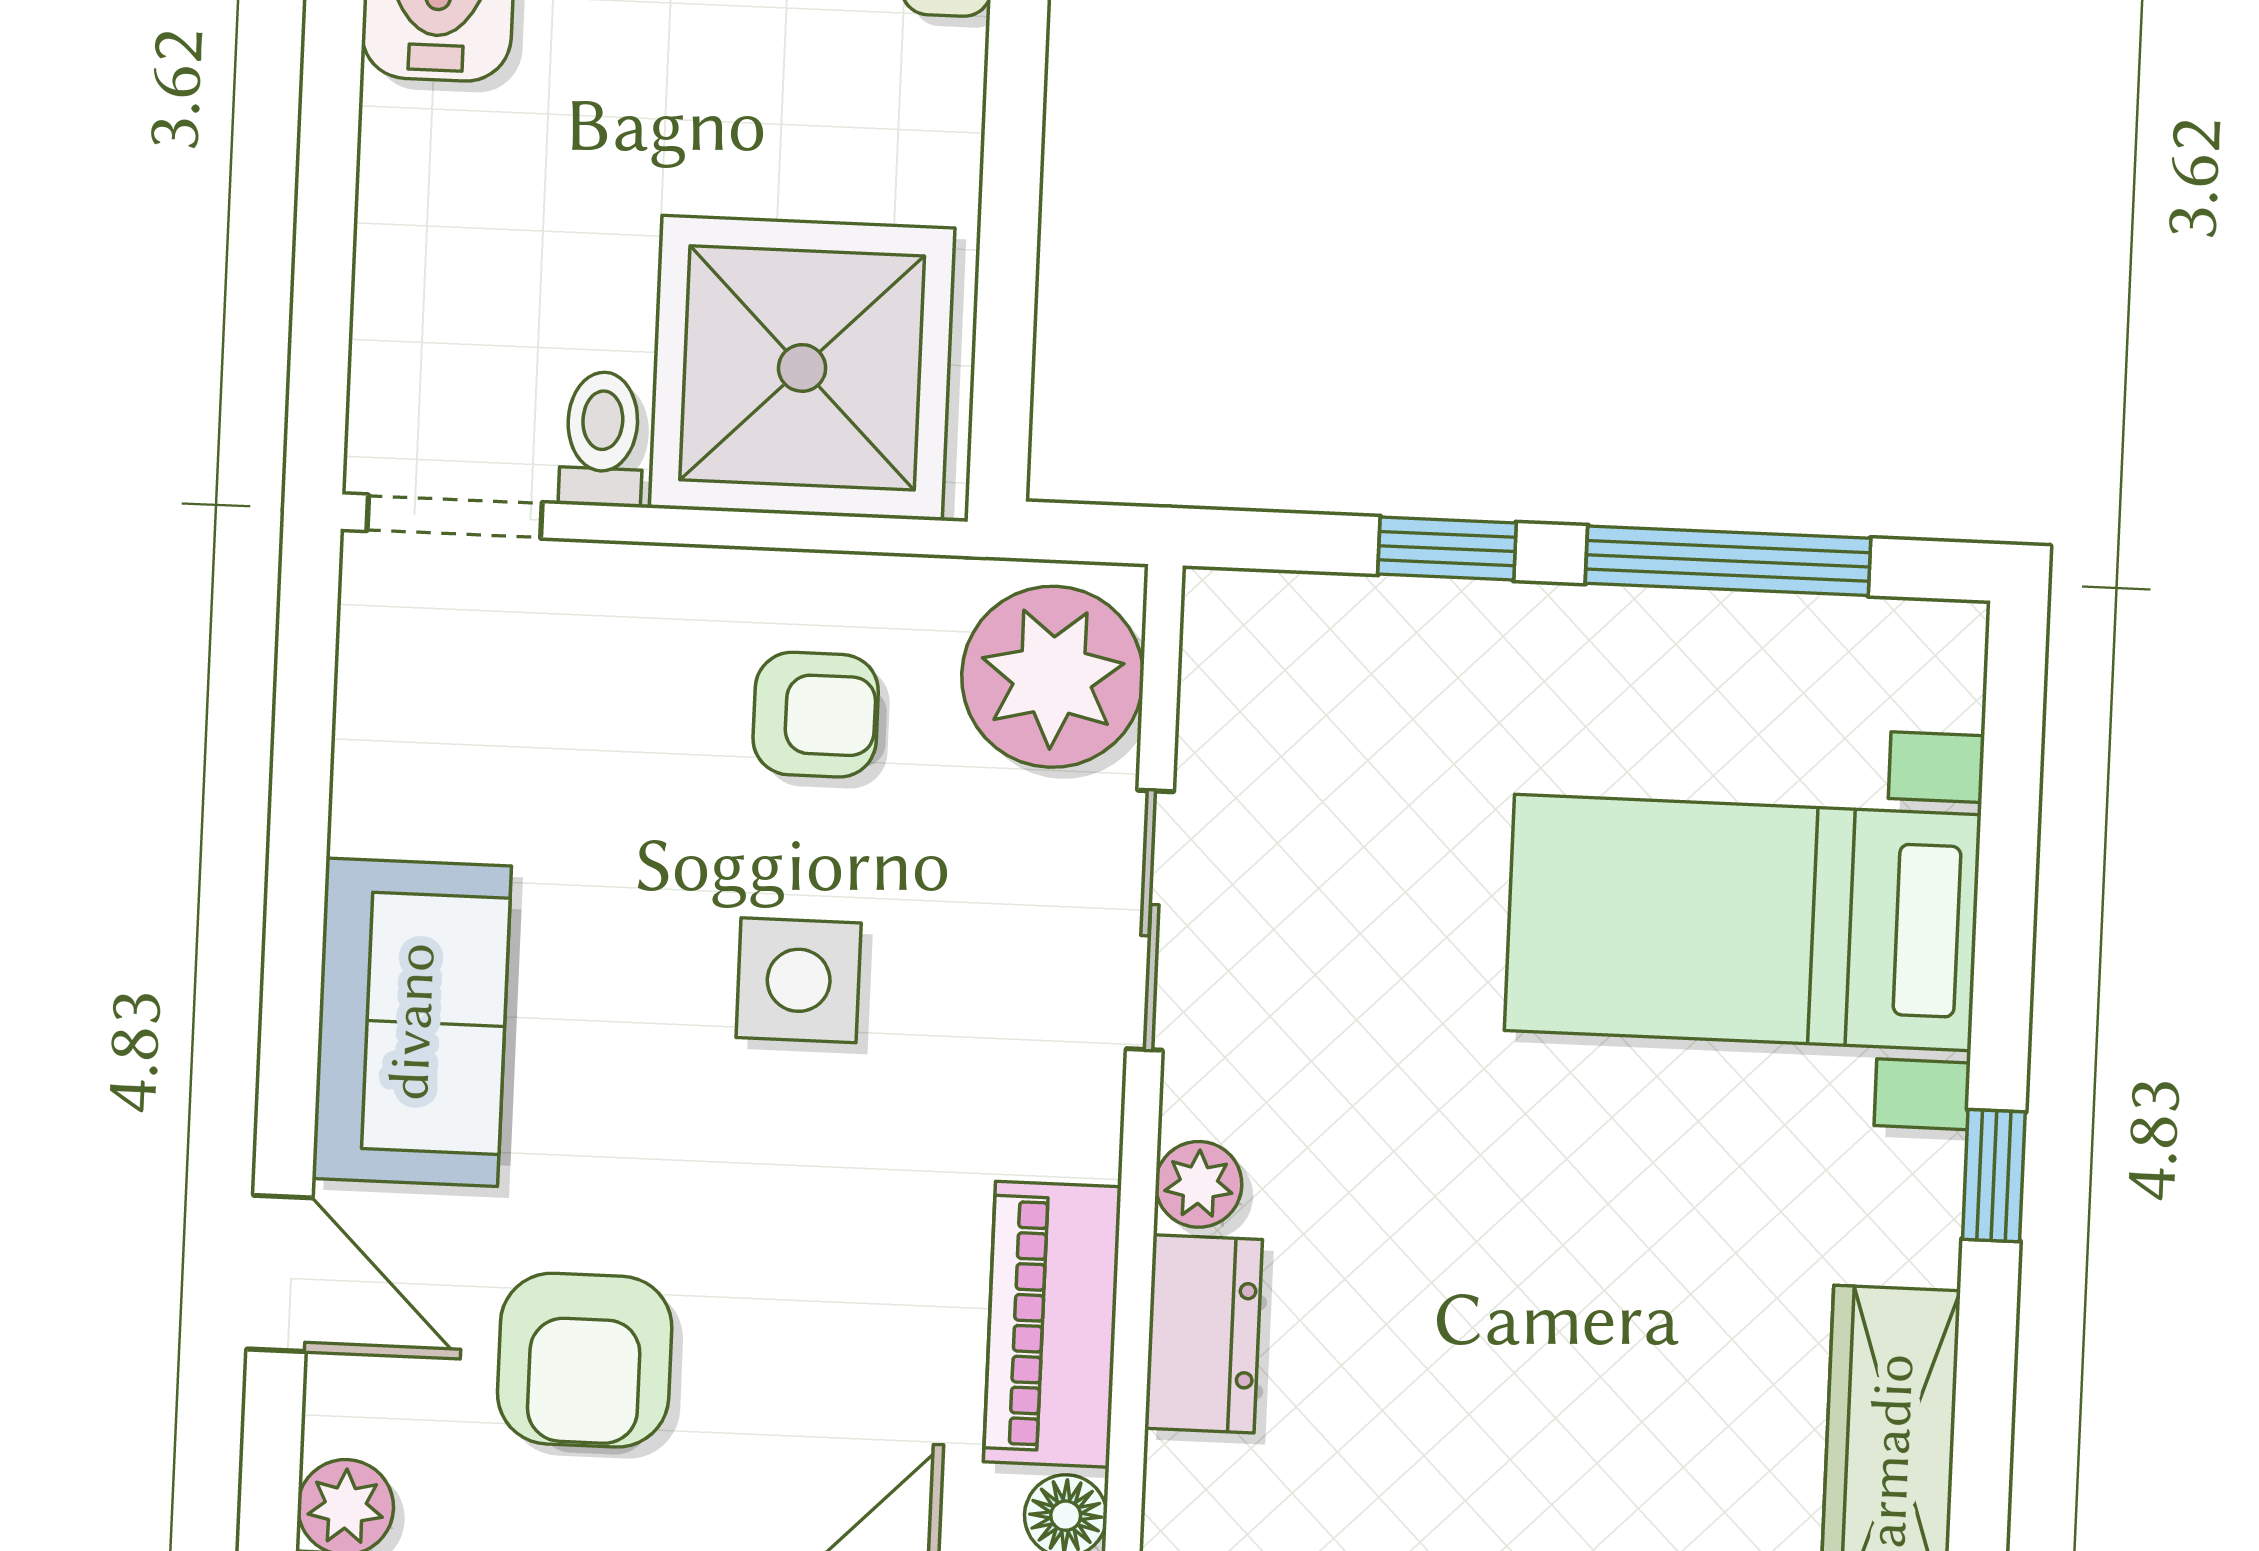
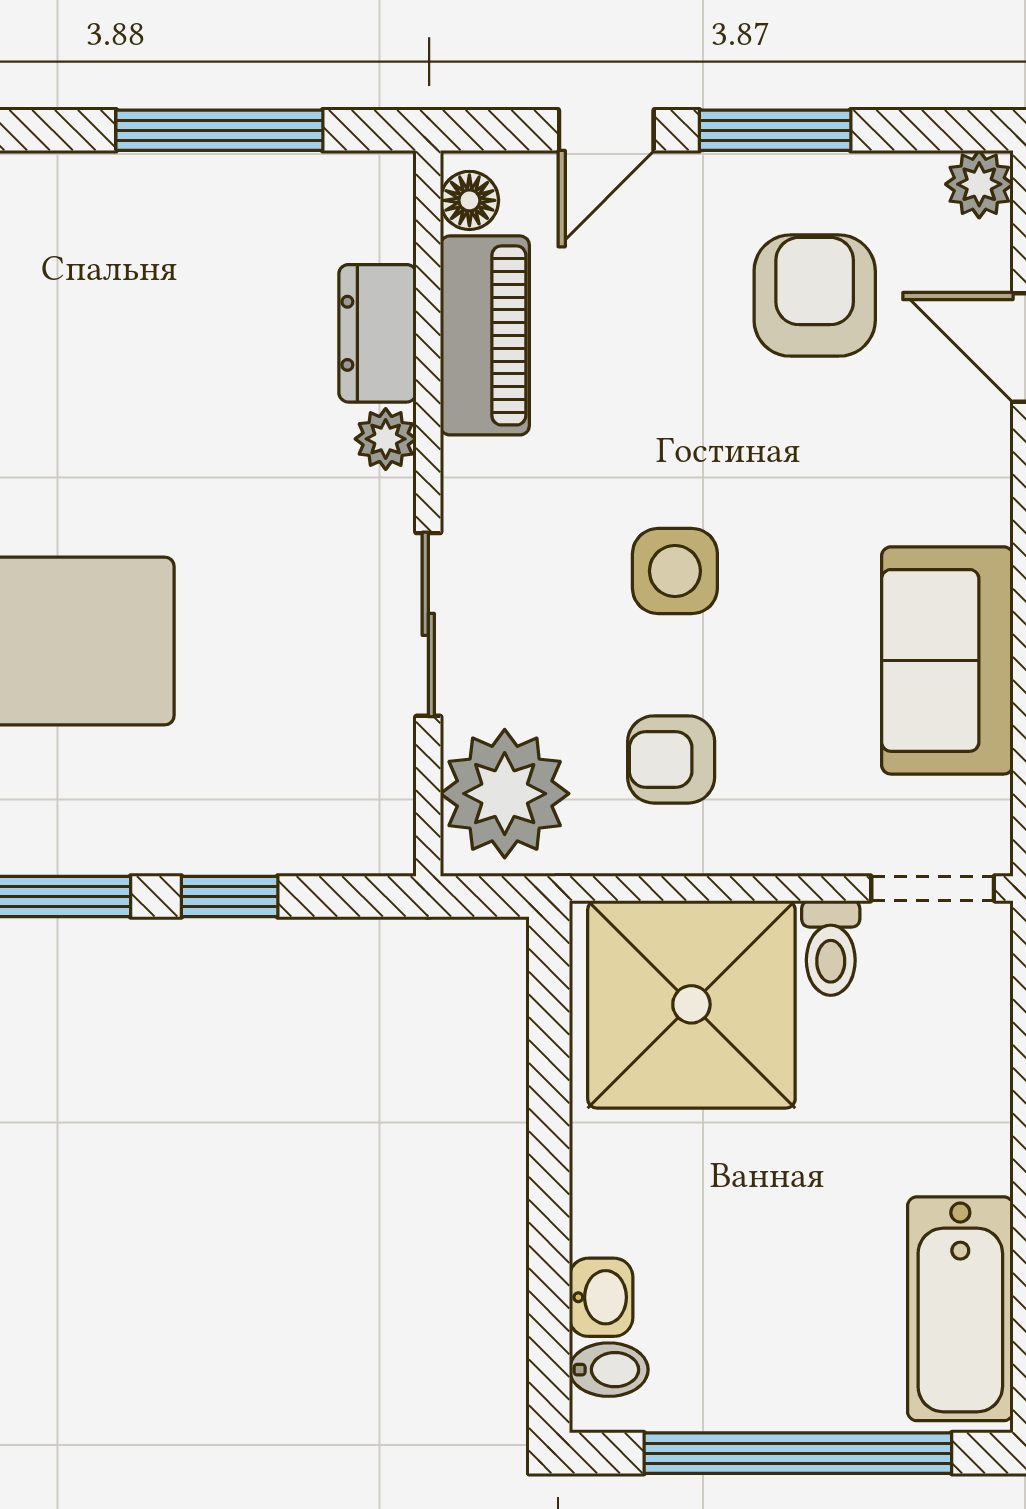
sofa: (412, 1022) -> (947, 660), moved

